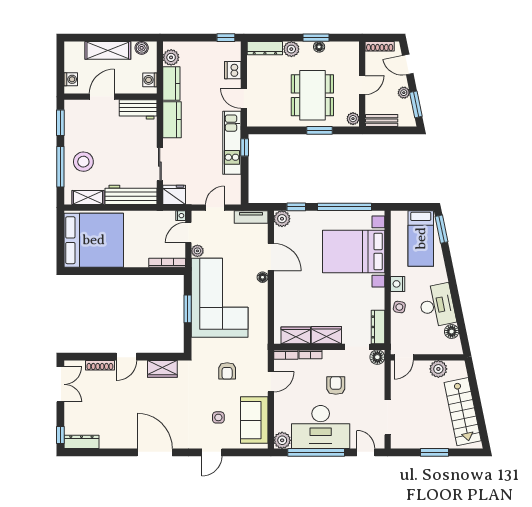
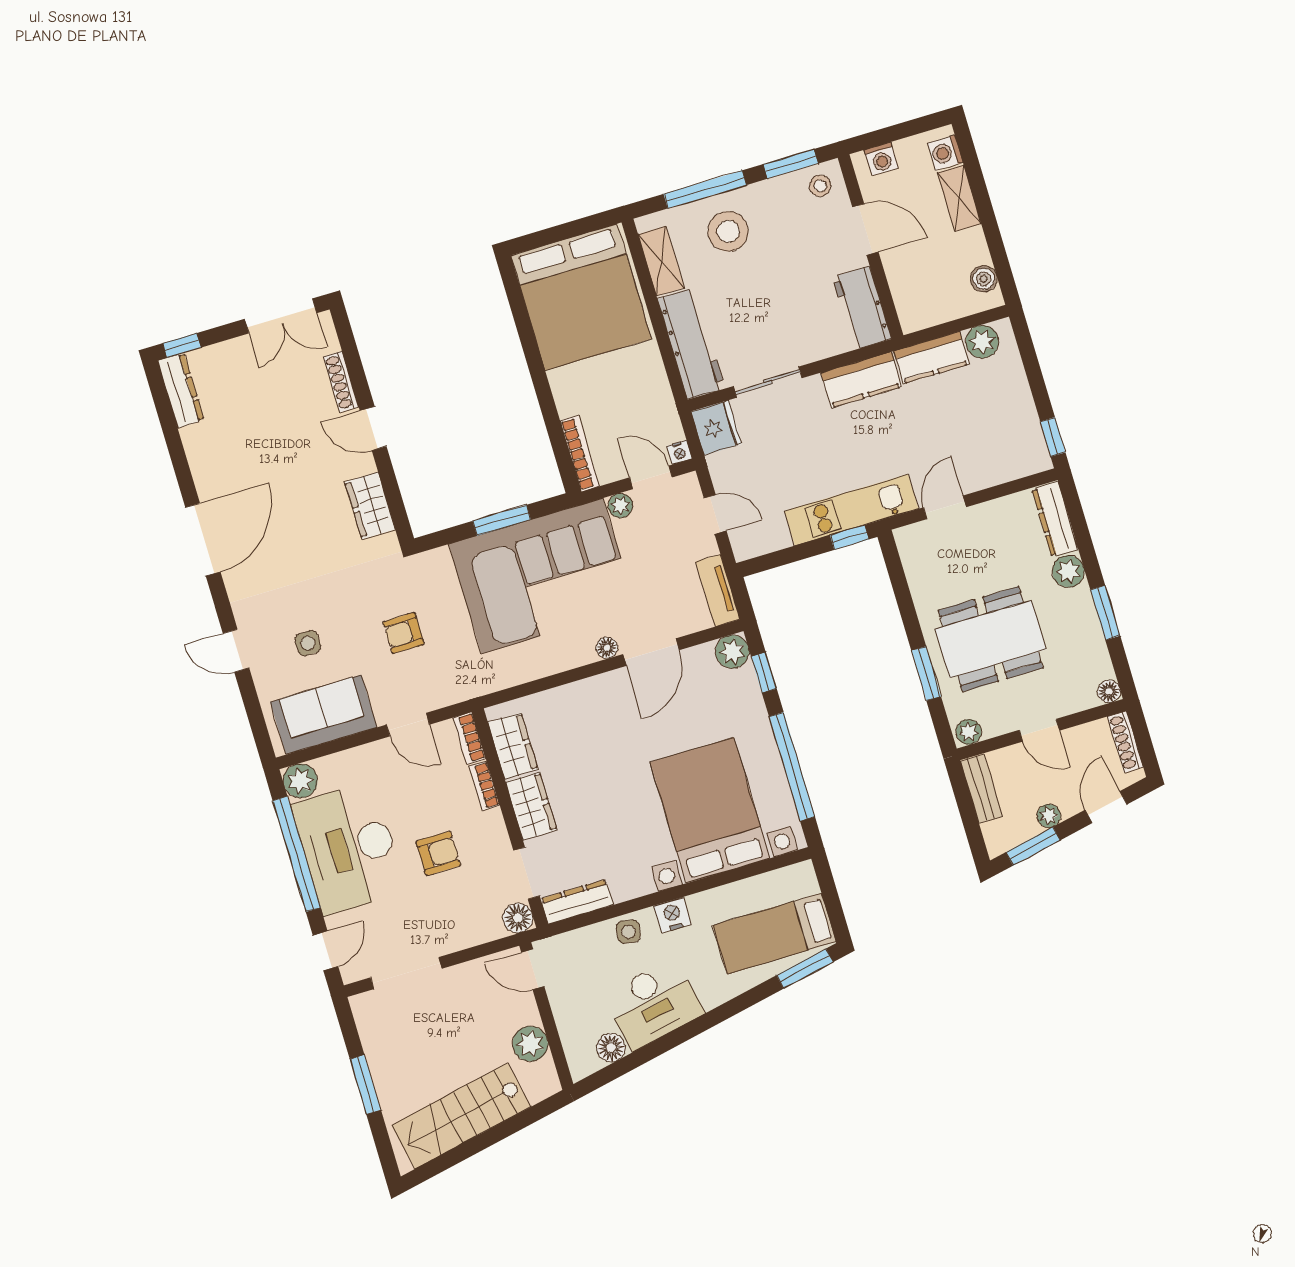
floor lamp: (319, 47) -> (1109, 691), moved
shelving: (108, 50) -> (959, 198), width x0.67, depth x0.75
dishwasher: (233, 70) -> (993, 469), removed
washing machine: (150, 80) -> (945, 153), moved, turned -90
stool: (75, 112) -> (820, 186), added

